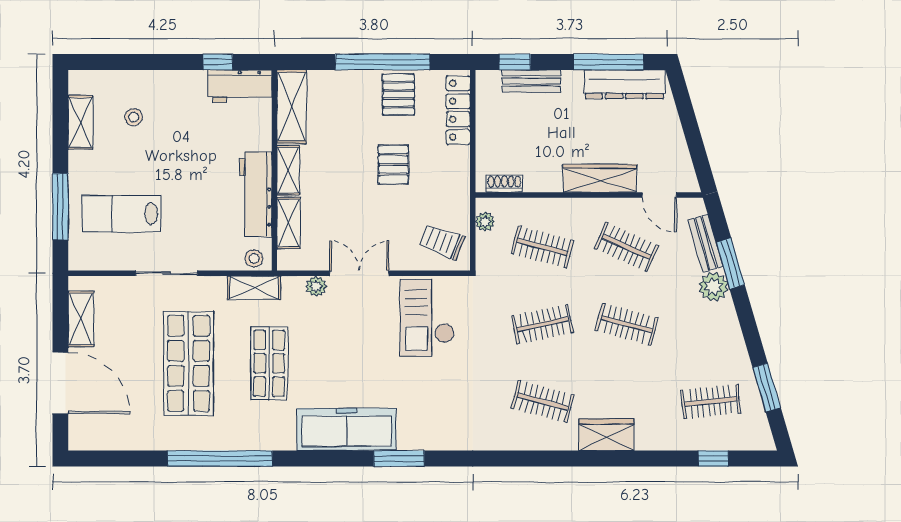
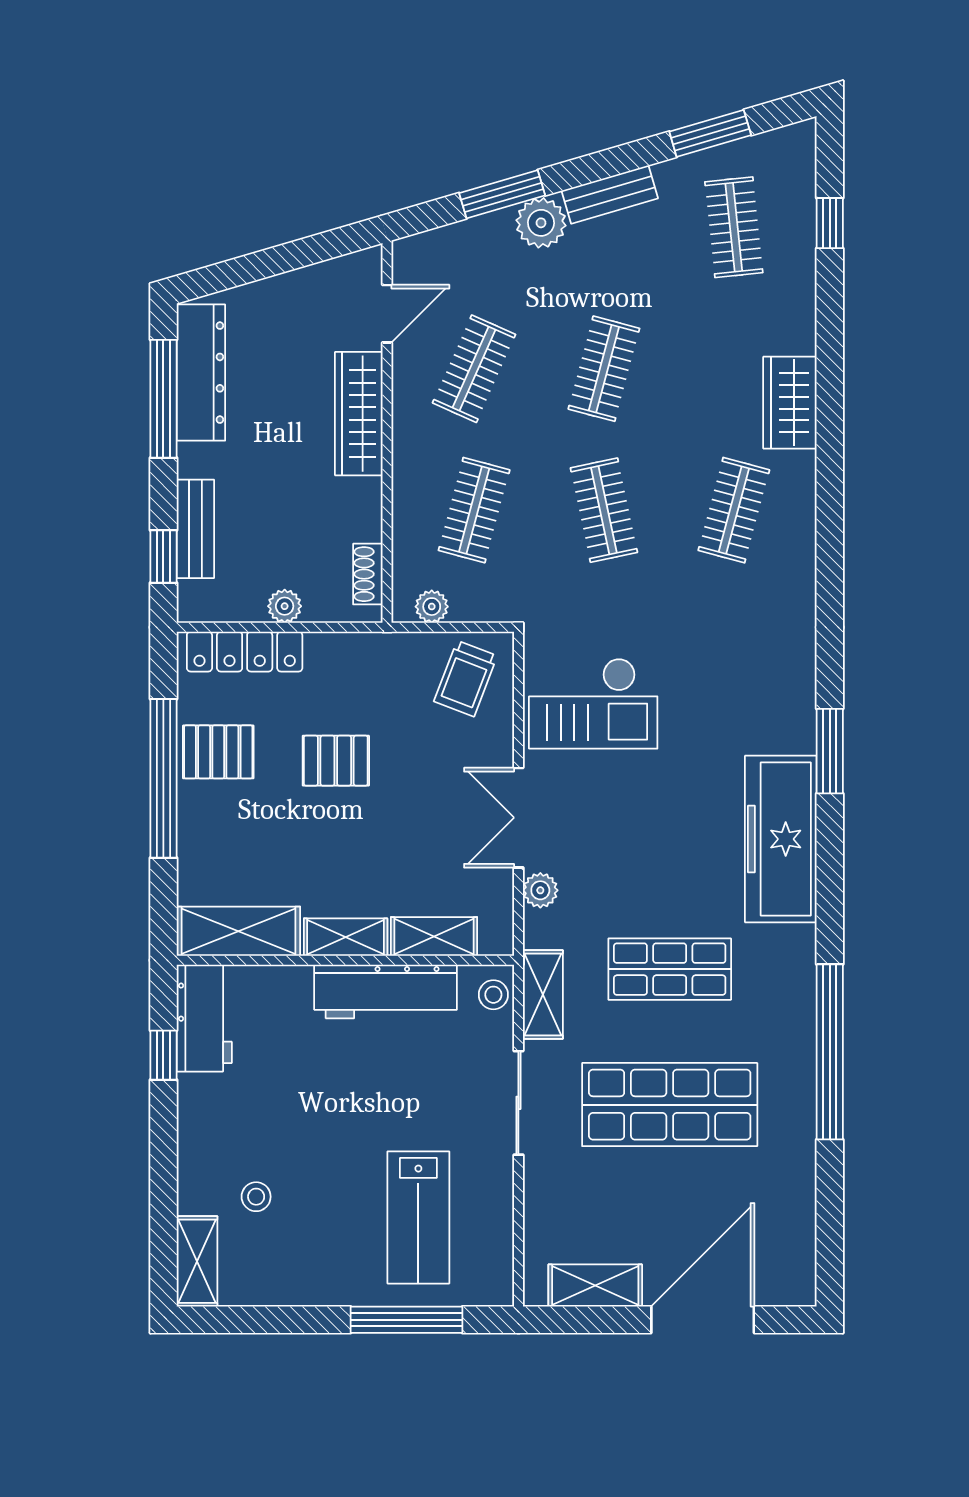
shelving: (80, 122) -> (197, 1261), moved, turned 90
plant: (485, 134) -> (285, 606), added
bench: (706, 243) -> (610, 195), moved
sliding door: (166, 273) -> (518, 1103), moved

